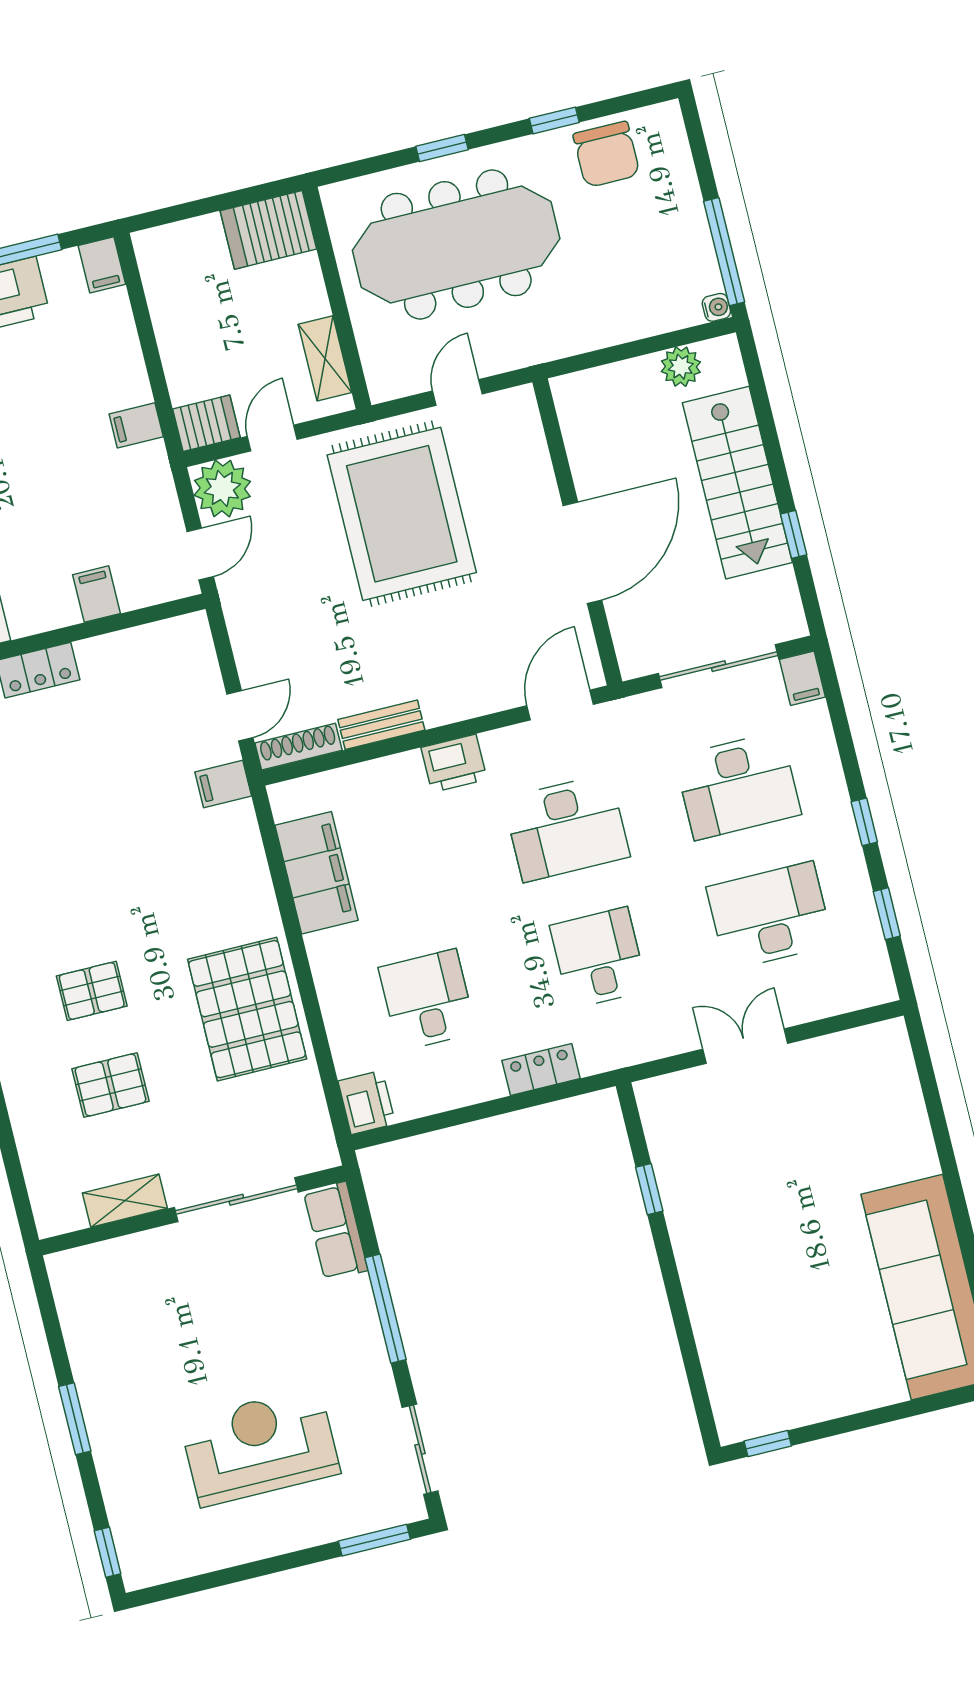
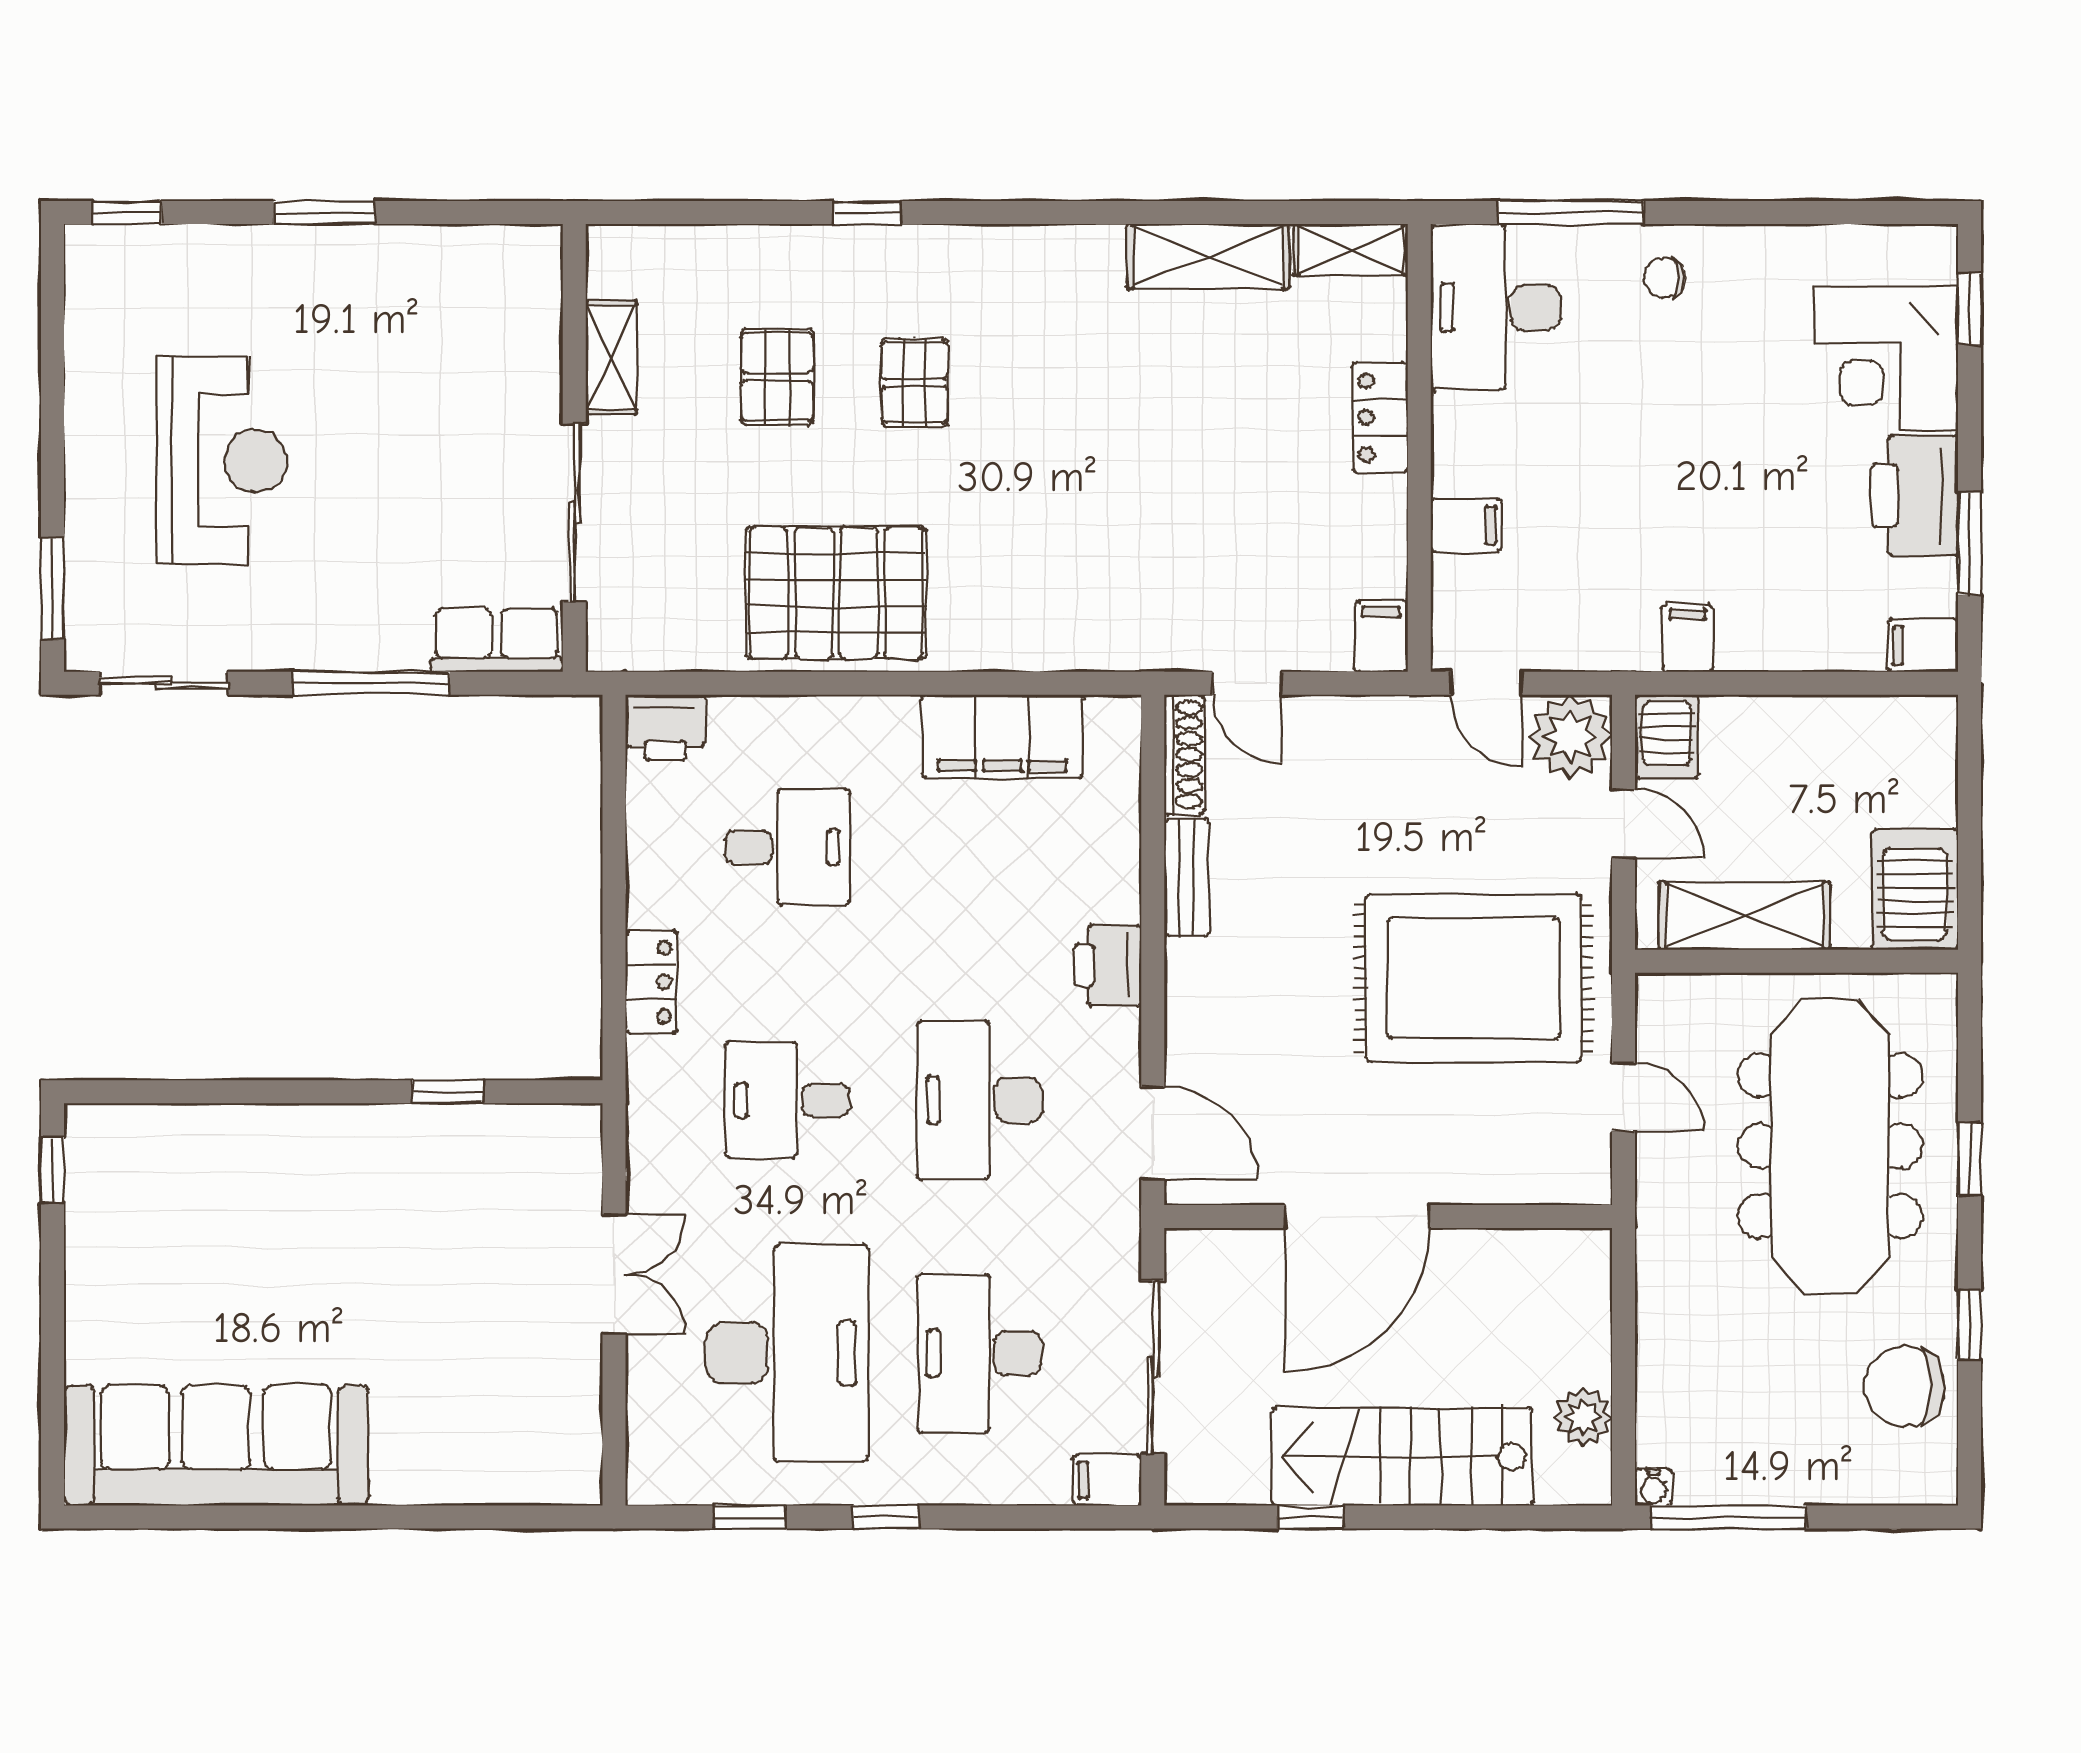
shelving: (325, 358) -> (1745, 916), width x1.50, depth x1.33
door: (582, 553) -> (1357, 1216), hinge flipped
filing cabinet: (223, 784) -> (1381, 637), moved
desk: (770, 916) -> (787, 1353), width x1.36, depth x1.30
desk: (599, 958) -> (787, 1100), turned 180

